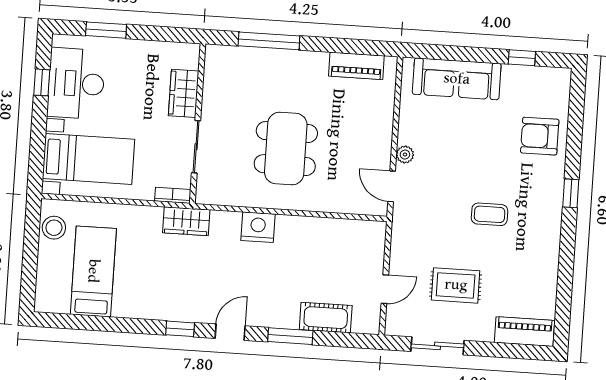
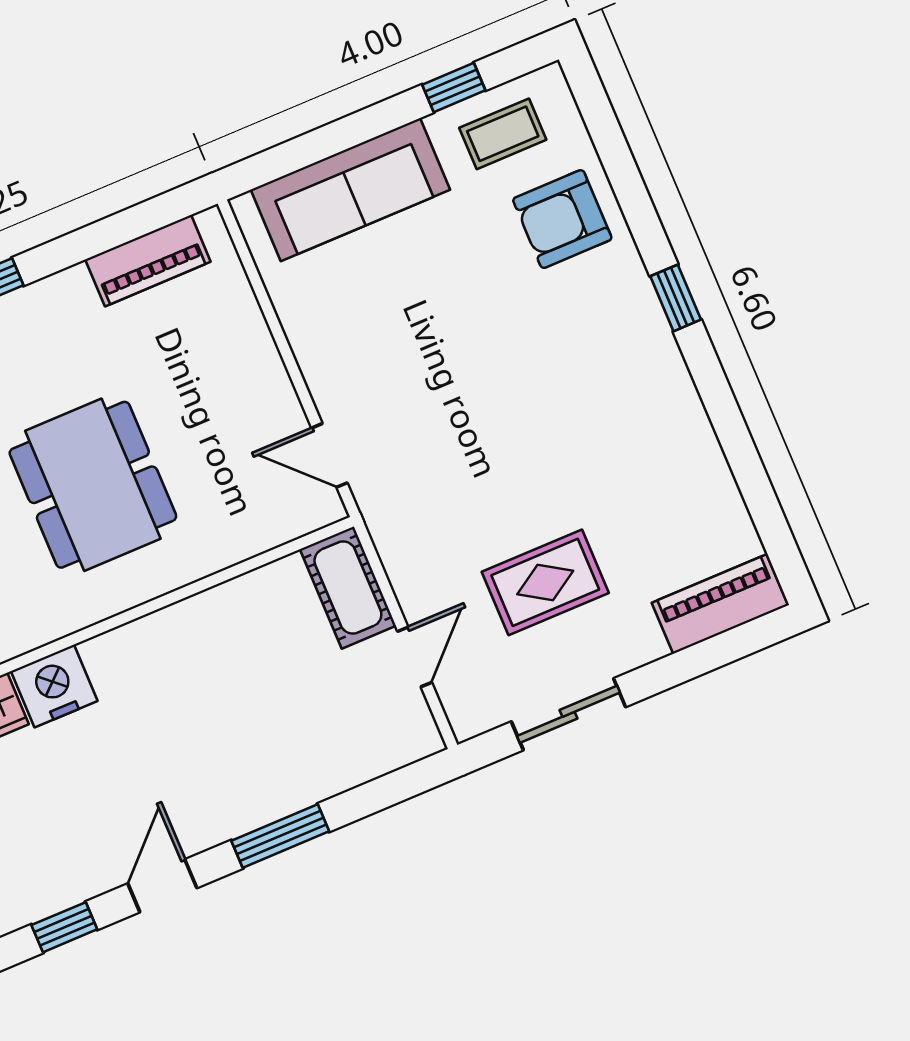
plant: (405, 155) -> (324, 382), removed
coffee table: (490, 214) -> (503, 134), moved
nightstand: (258, 227) -> (54, 686), moved
cot: (326, 318) -> (348, 588), moved, turned 90

